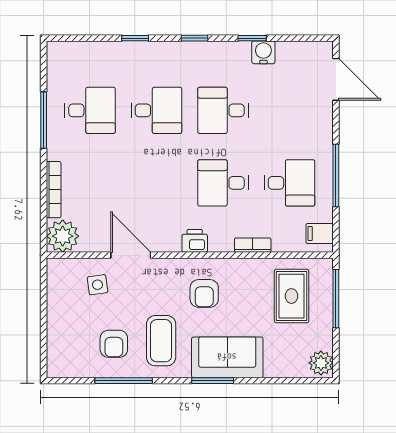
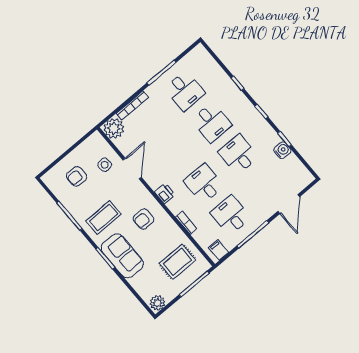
door: (336, 79) -> (289, 204), moved
desk: (290, 183) -> (231, 215), turned 180
armchair: (114, 344) -> (77, 176), moved

